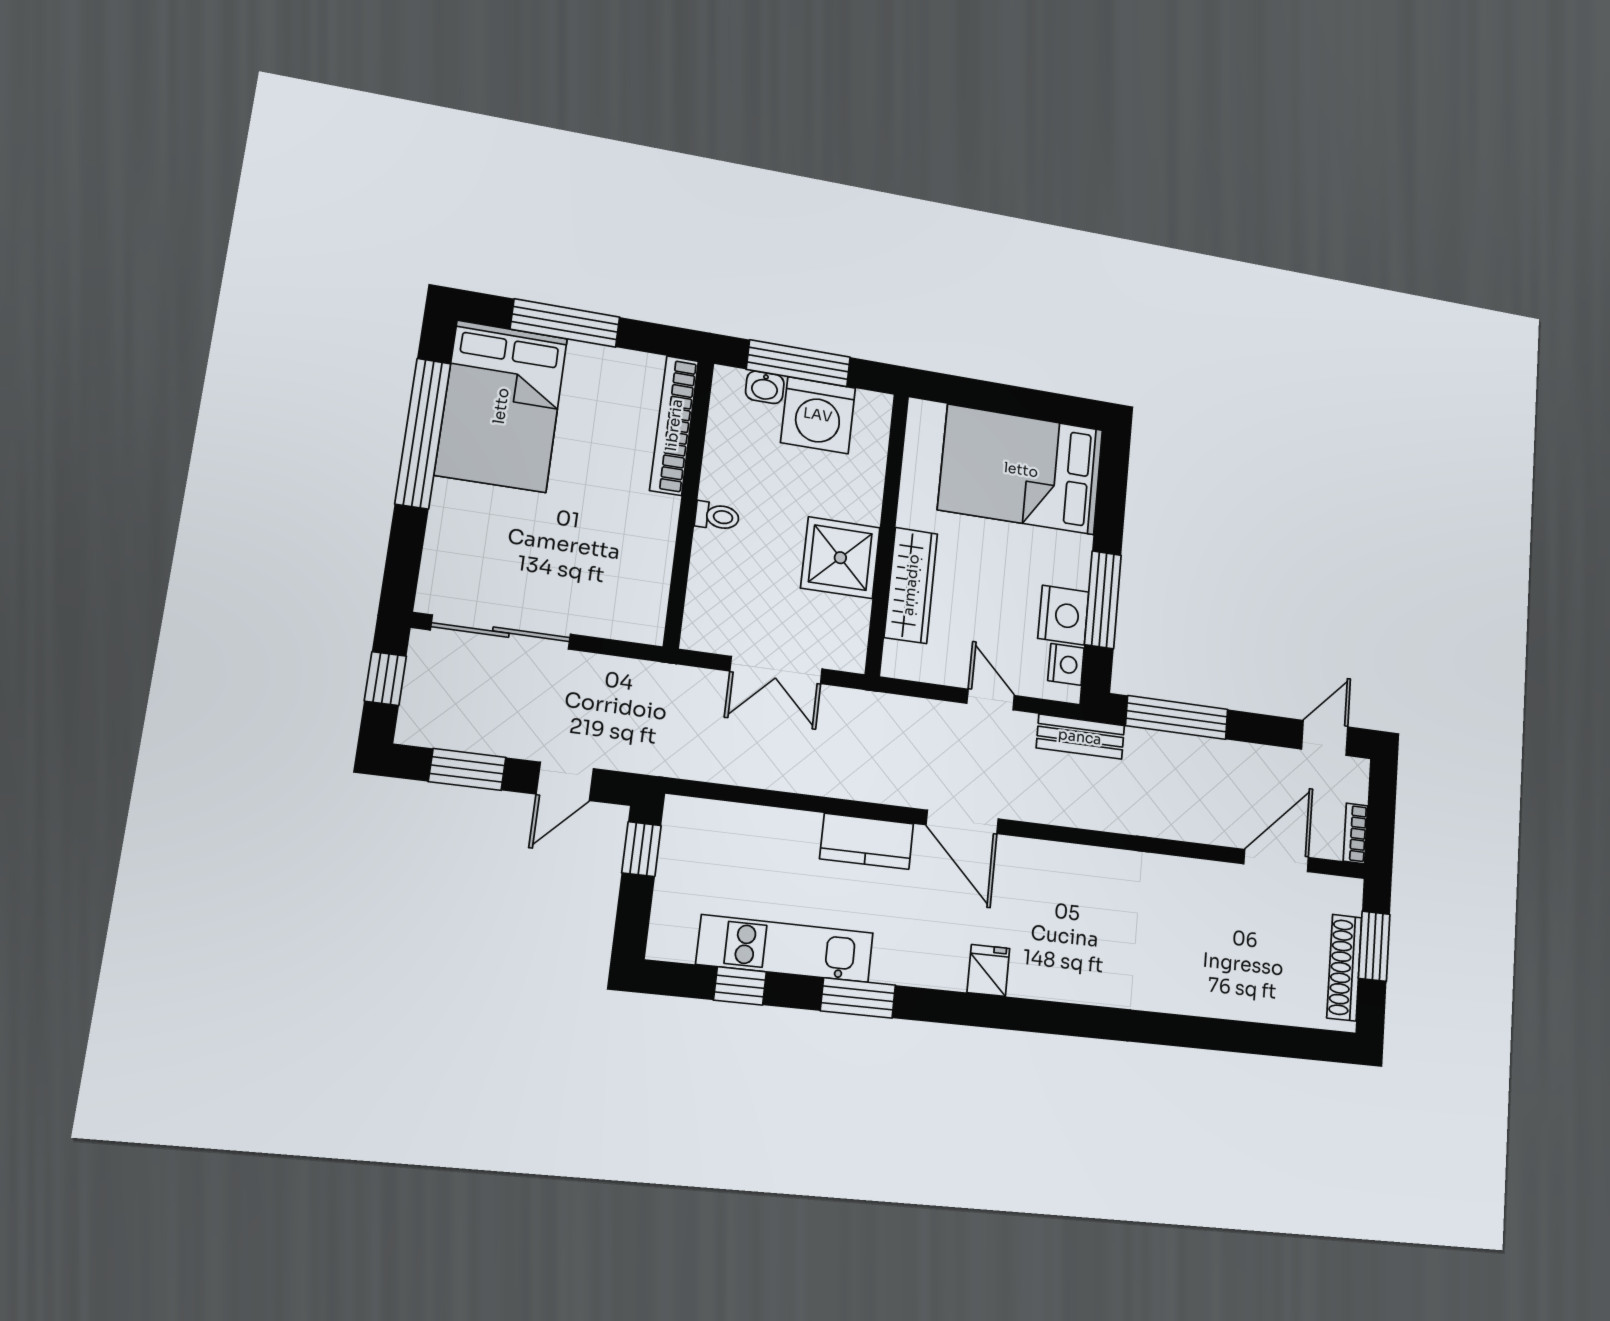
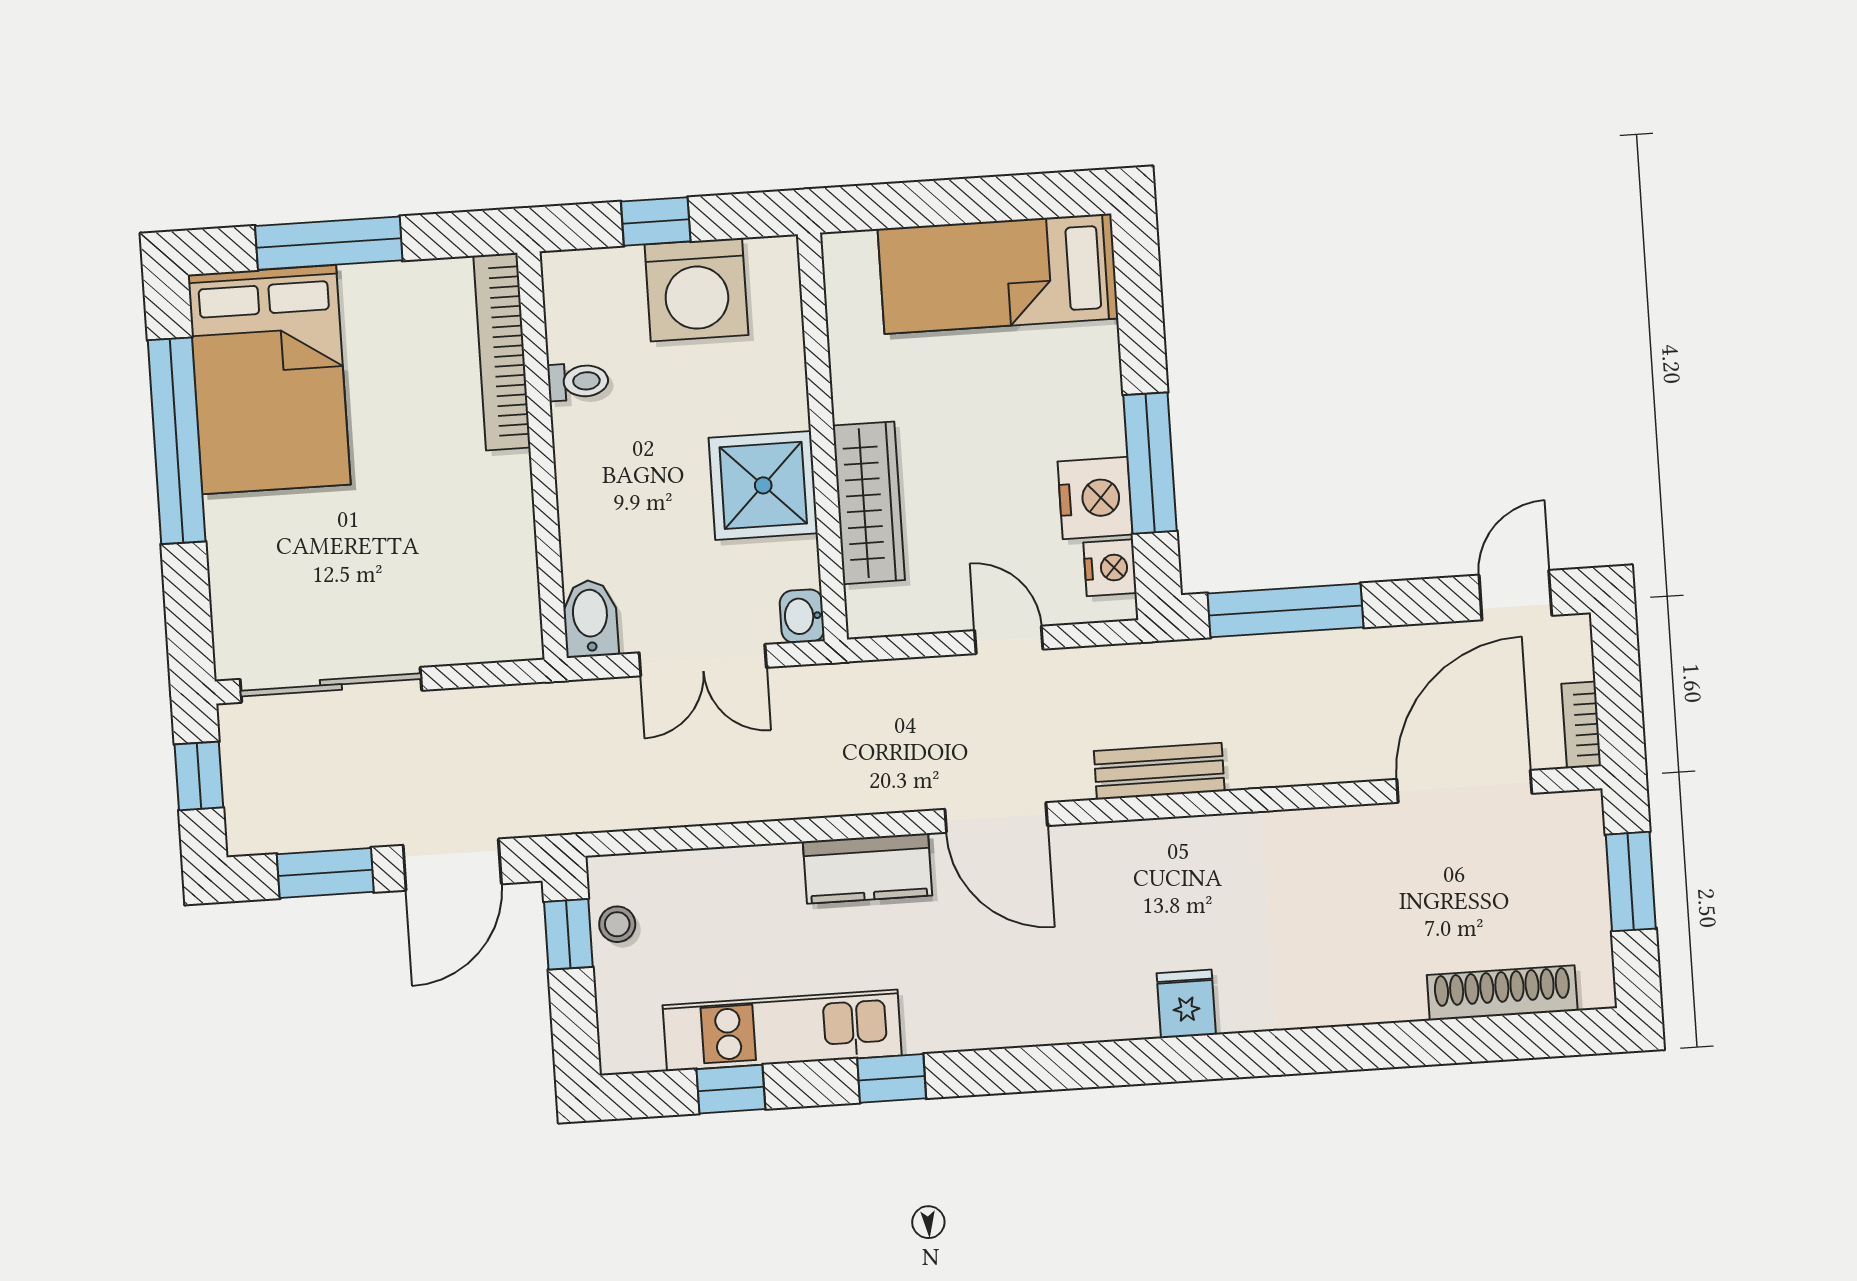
window: (799, 363) -> (656, 221), width x0.46
washbasin: (765, 387) -> (802, 616), moved, turned 90
bed: (1021, 470) -> (998, 274), width x0.67
toilet: (717, 516) -> (578, 381), moved
bidet: (701, 624) -> (590, 618), added
bench: (1080, 737) -> (1159, 771), moved
door: (565, 781) -> (452, 865), width x1.37
stool: (679, 848) -> (617, 924), added
door: (1276, 861) -> (1464, 786), width x1.36
shoe rack: (1344, 968) -> (1502, 993), moved, turned 90
fridge: (988, 970) -> (1186, 1004), moved
window: (858, 998) -> (892, 1078), width x0.67

